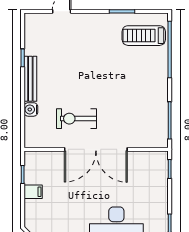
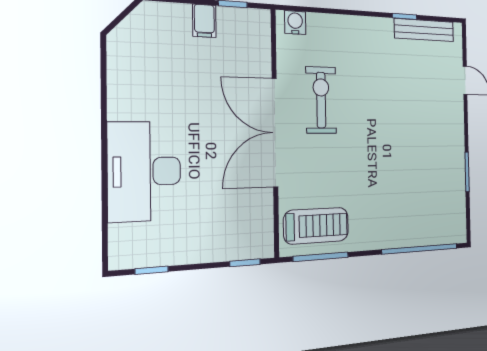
treadmill: (144, 36) -> (316, 226), moved, turned 90
bench: (30, 79) -> (424, 30), moved
water cooler: (31, 109) -> (295, 23), moved

